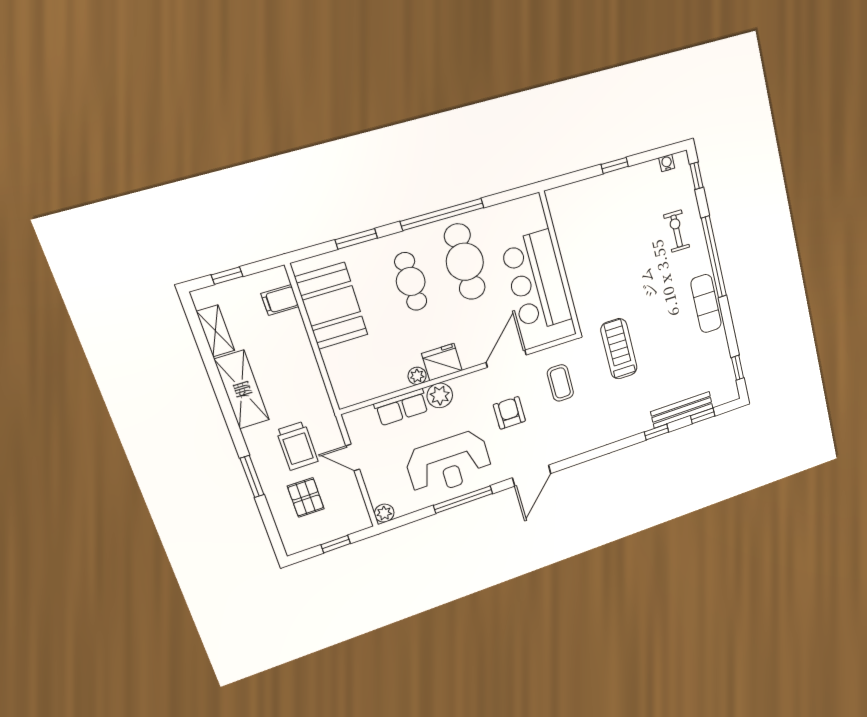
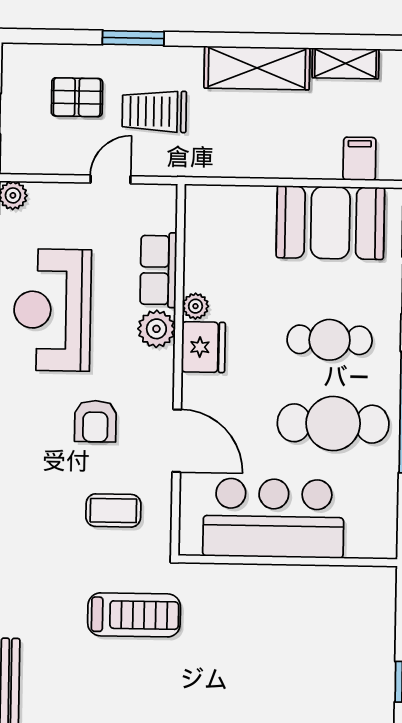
armchair: (509, 413) -> (95, 421), turned 90

